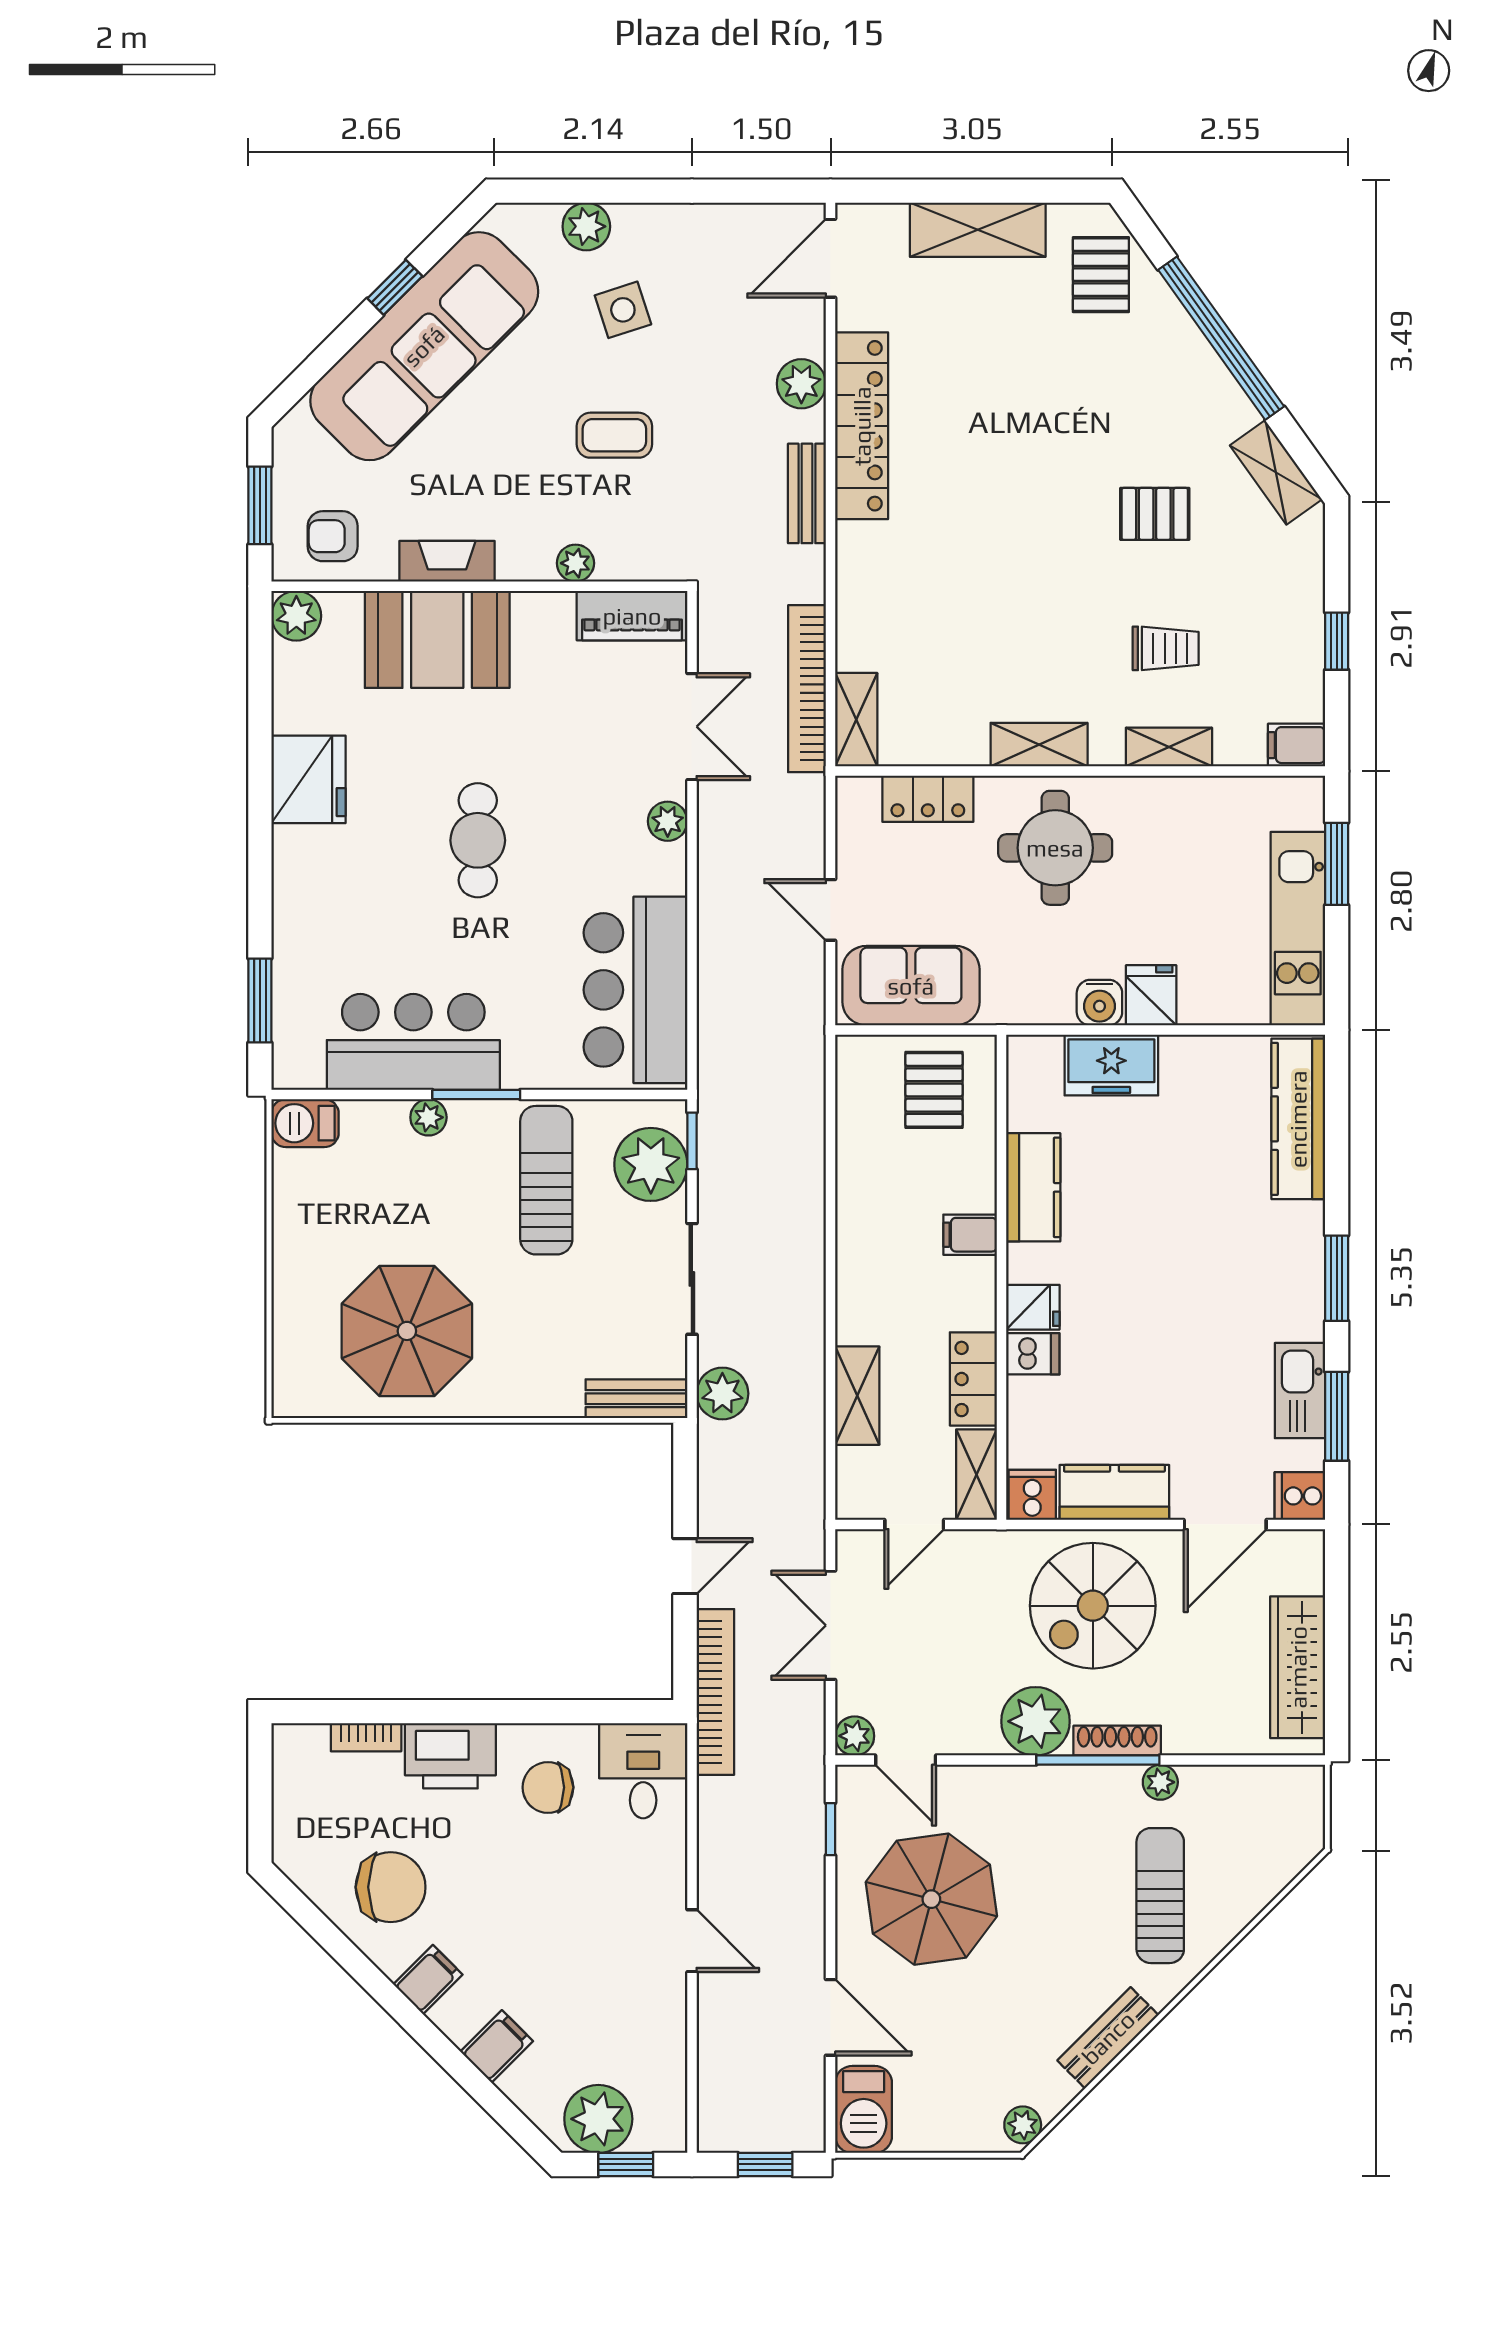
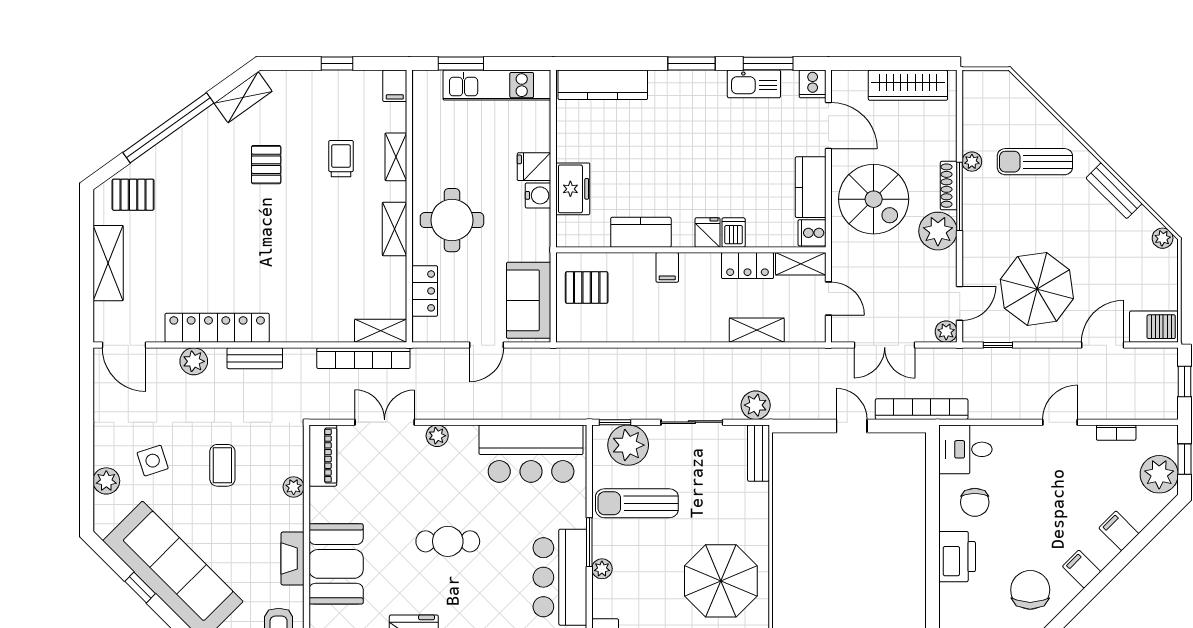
bookcase: (366, 1737) -> (1116, 433), moved, turned 90

